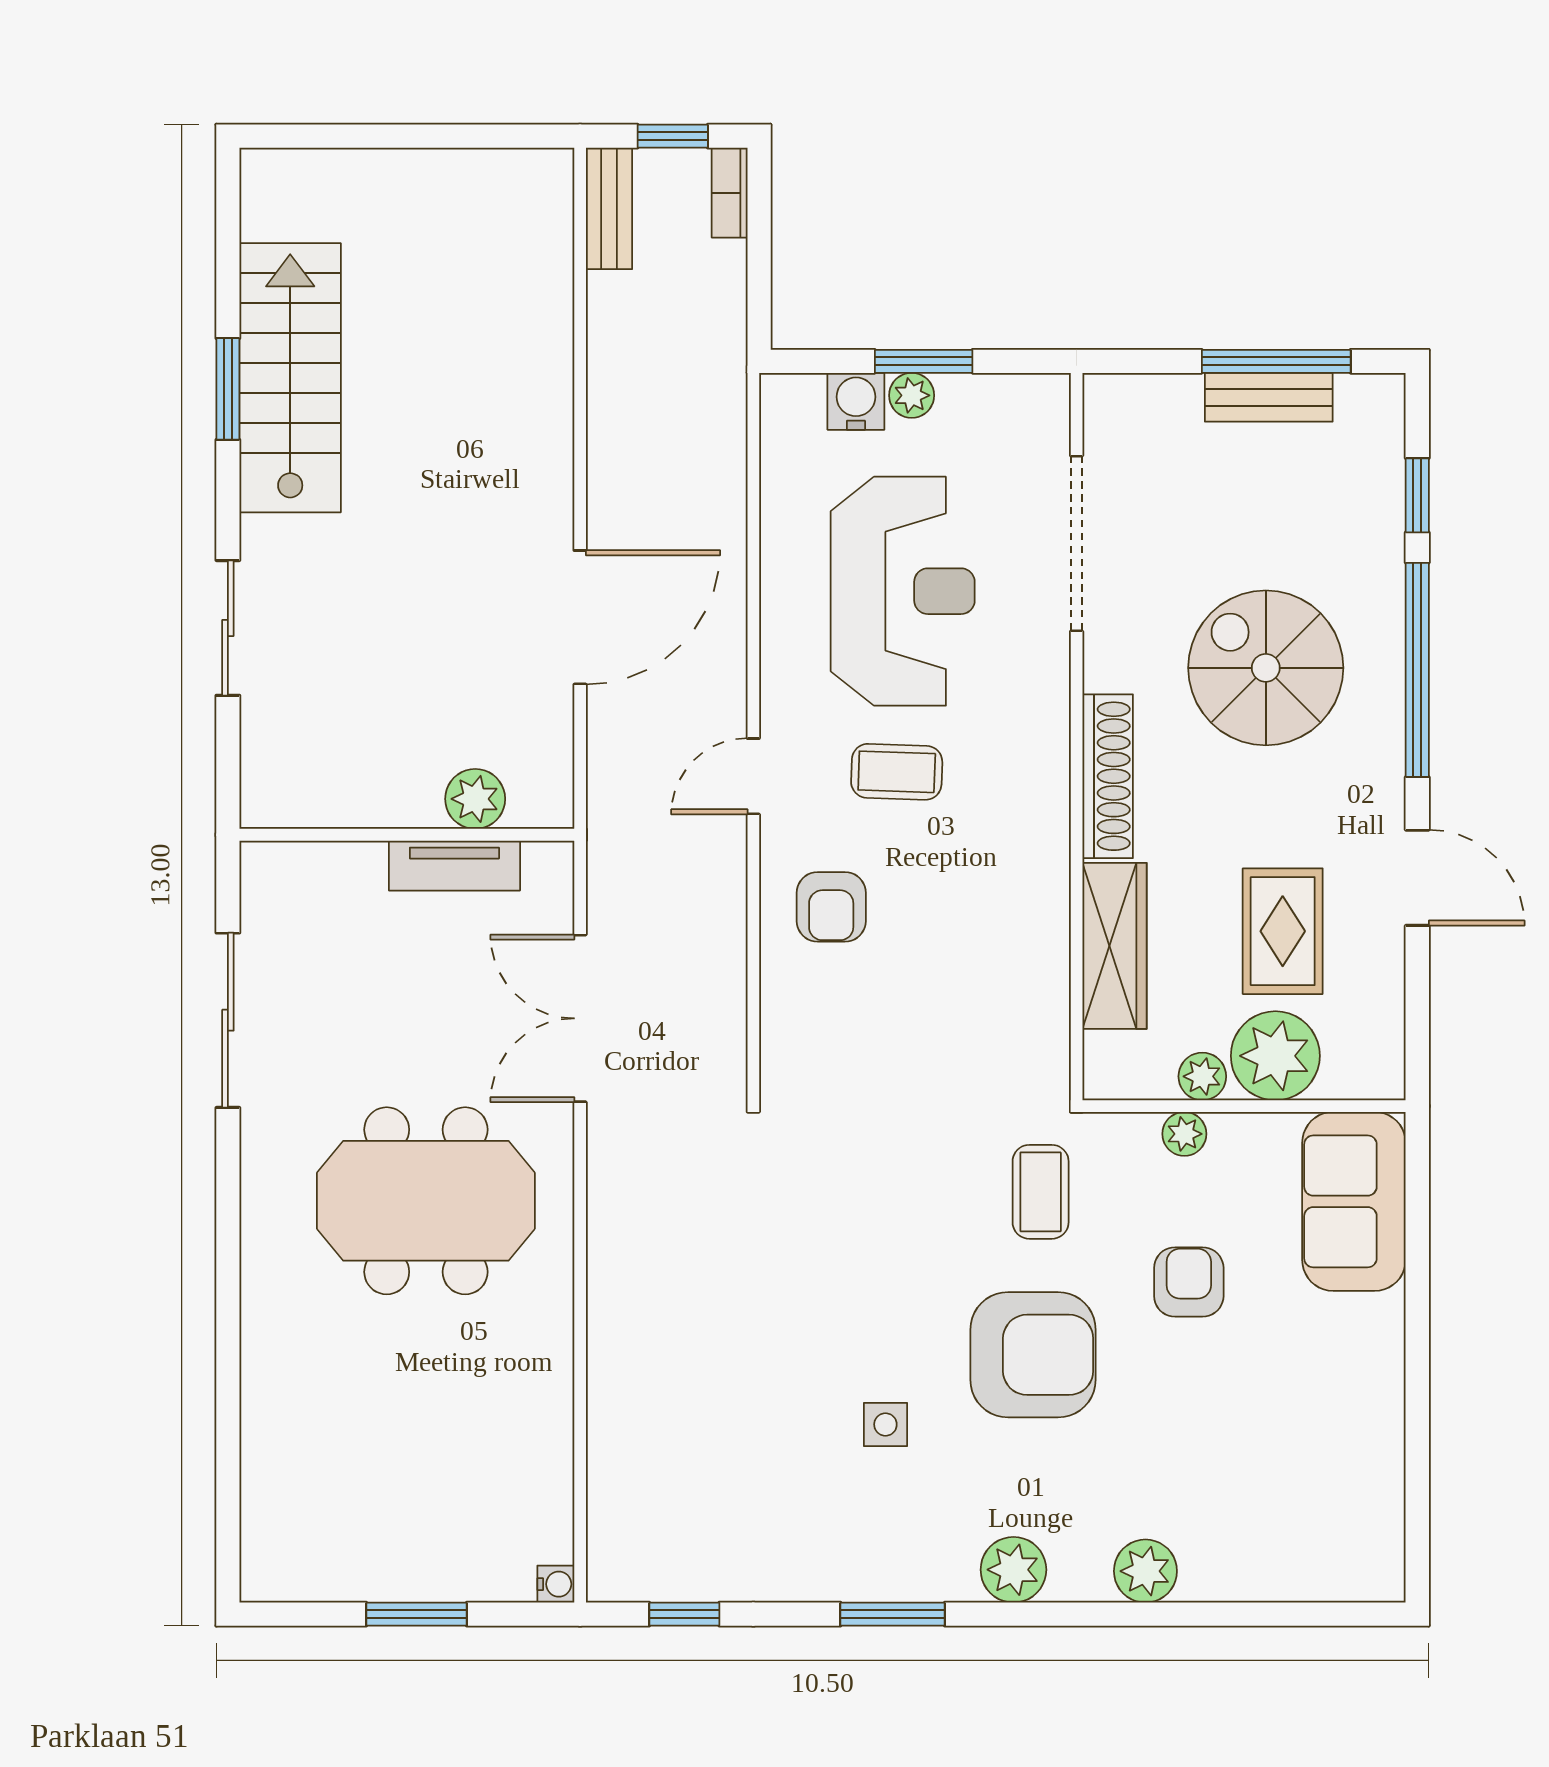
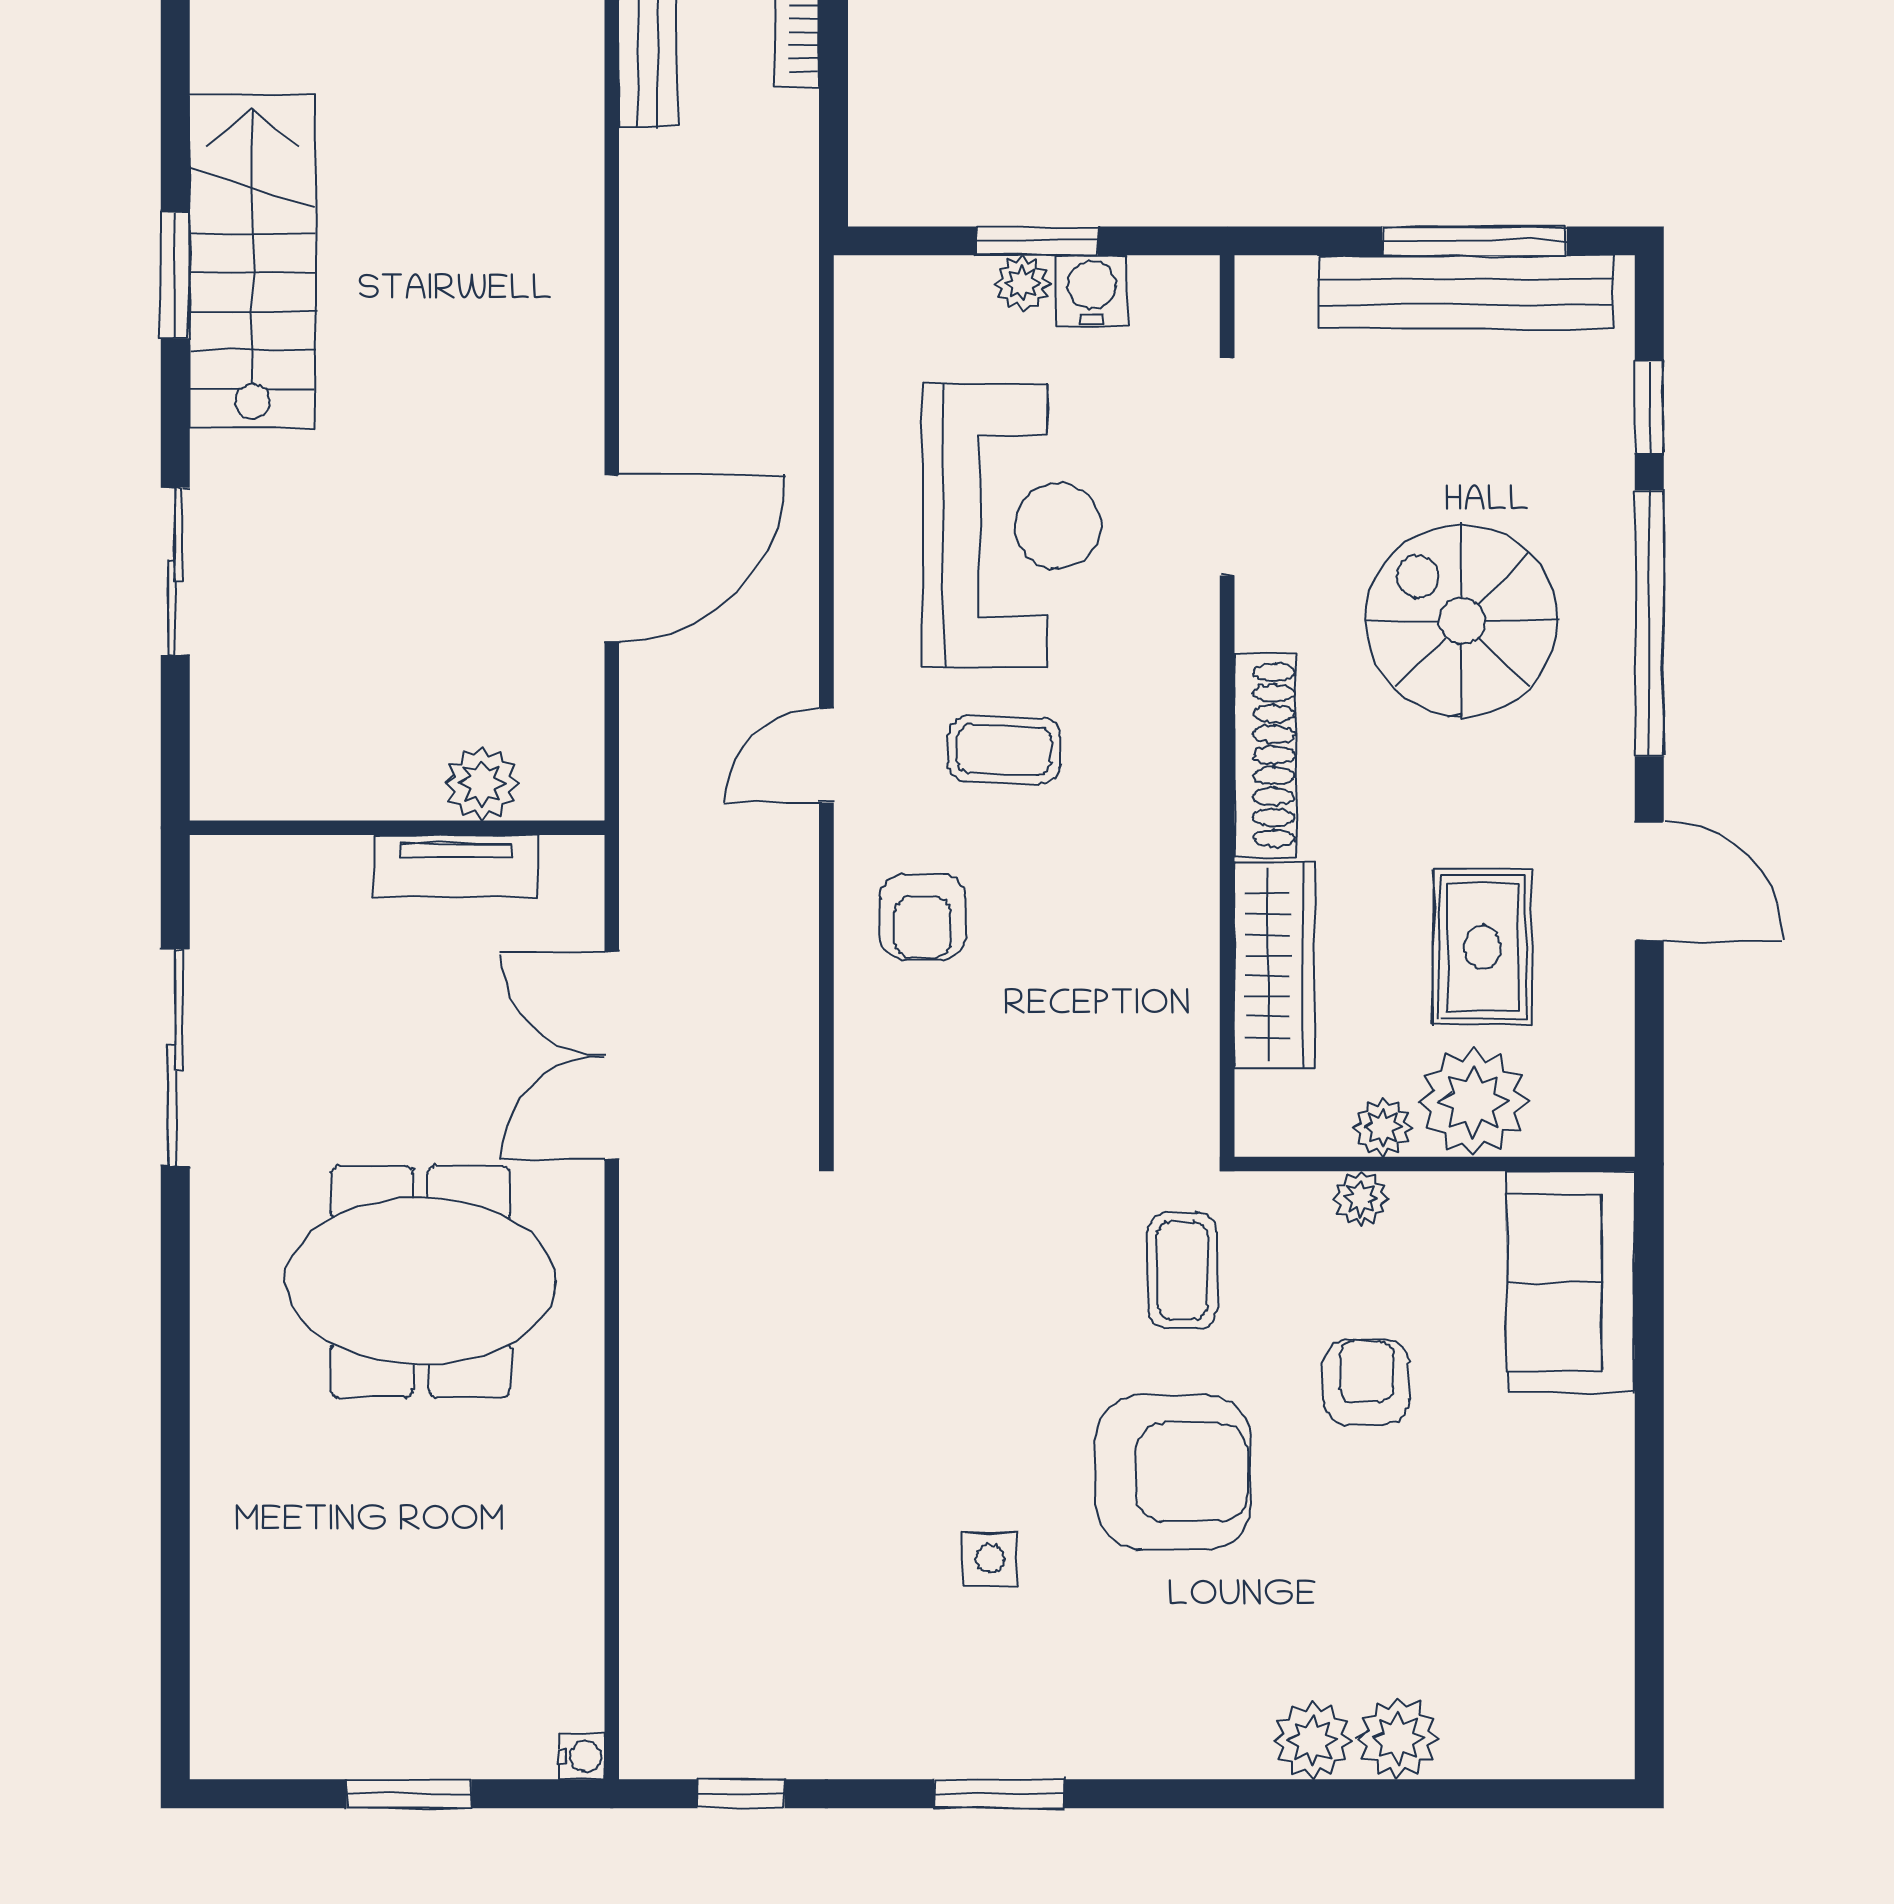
bench: (1269, 397) -> (1465, 292), width x1.86, depth x1.21
water cooler: (856, 401) -> (1092, 291), moved
plant: (1013, 1570) -> (1398, 1739), moved

